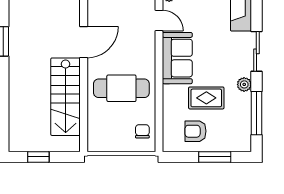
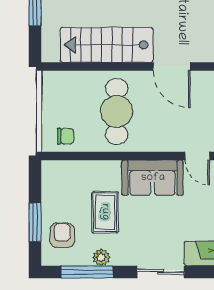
door: (159, 20) -> (197, 156), hinge flipped
plant: (244, 84) -> (101, 257), moved
armchair: (195, 131) -> (62, 235), moved

